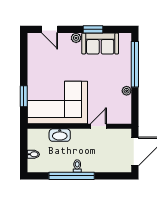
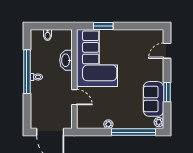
plant: (76, 38) -> (159, 122), moved

